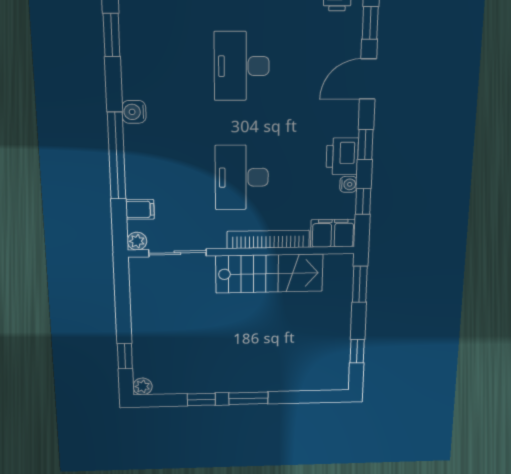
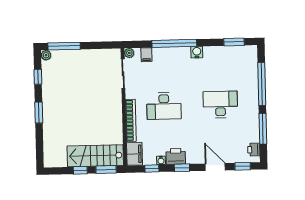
desk: (242, 177) -> (164, 106), turned 180
stairs: (269, 274) -> (95, 156), moved, turned 90
window: (357, 351) -> (80, 170), moved
window: (125, 356) -> (64, 46), width x2.17
window: (201, 399) -> (38, 77), moved

